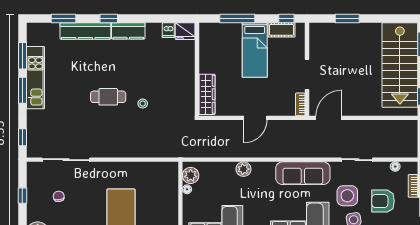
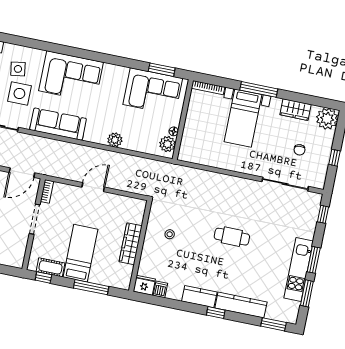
window: (63, 18) -> (273, 324), moved
wardrobe: (207, 94) -> (131, 244), moved
stool: (143, 104) -> (170, 234), moved

